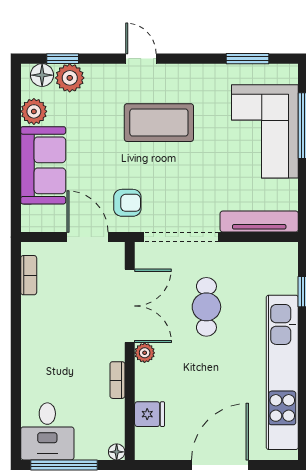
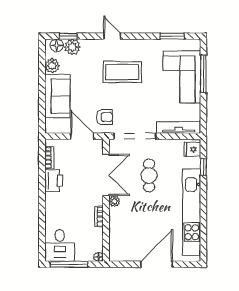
printer: (37, 316) -> (54, 181), added
fridge: (150, 414) -> (192, 149), moved, turned 180

